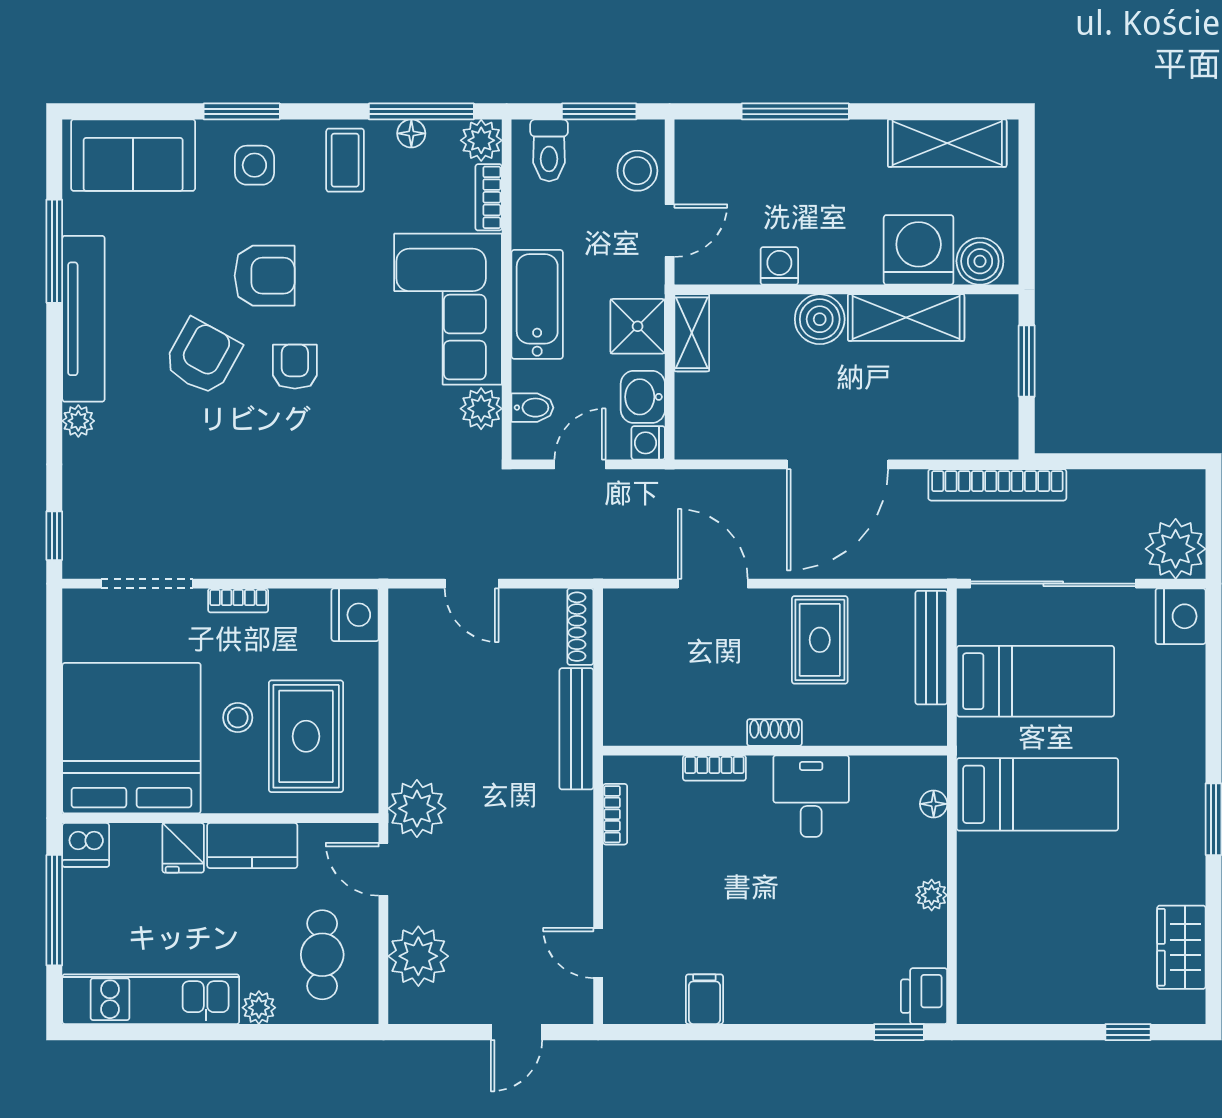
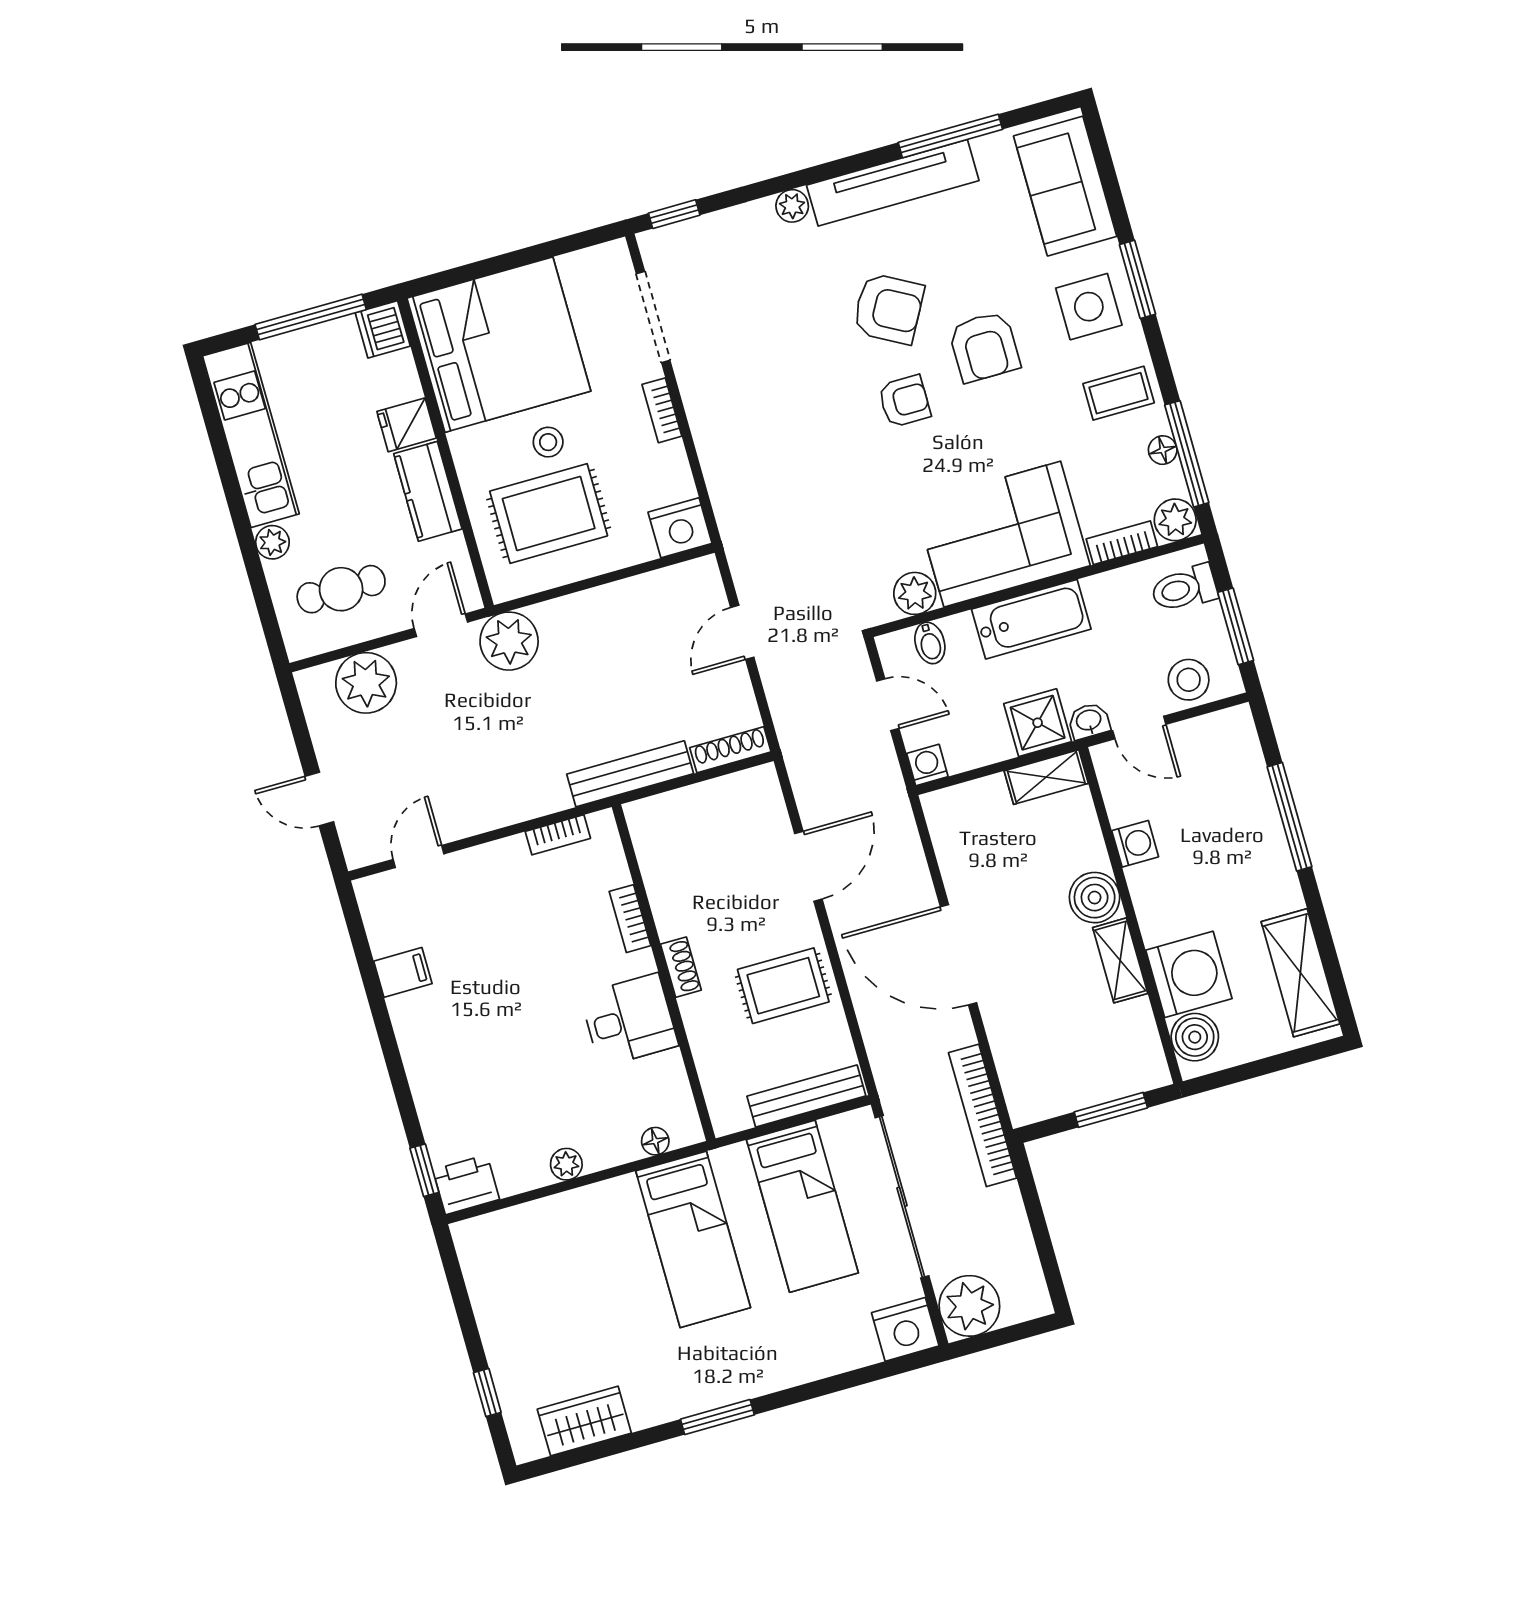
side table: (254, 165) -> (1089, 307), width x1.37, depth x1.37
shelving: (906, 318) -> (1120, 960), width x0.67, depth x0.75
washbasin: (643, 397) -> (1089, 721), moved, width x0.72, depth x0.69

